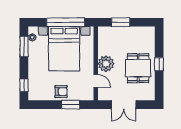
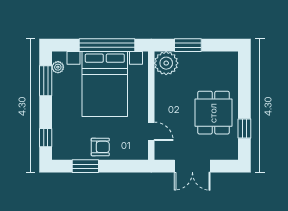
plant: (106, 64) -> (166, 63), moved
window: (159, 64) -> (244, 128), moved
window: (71, 105) -> (85, 166), moved

